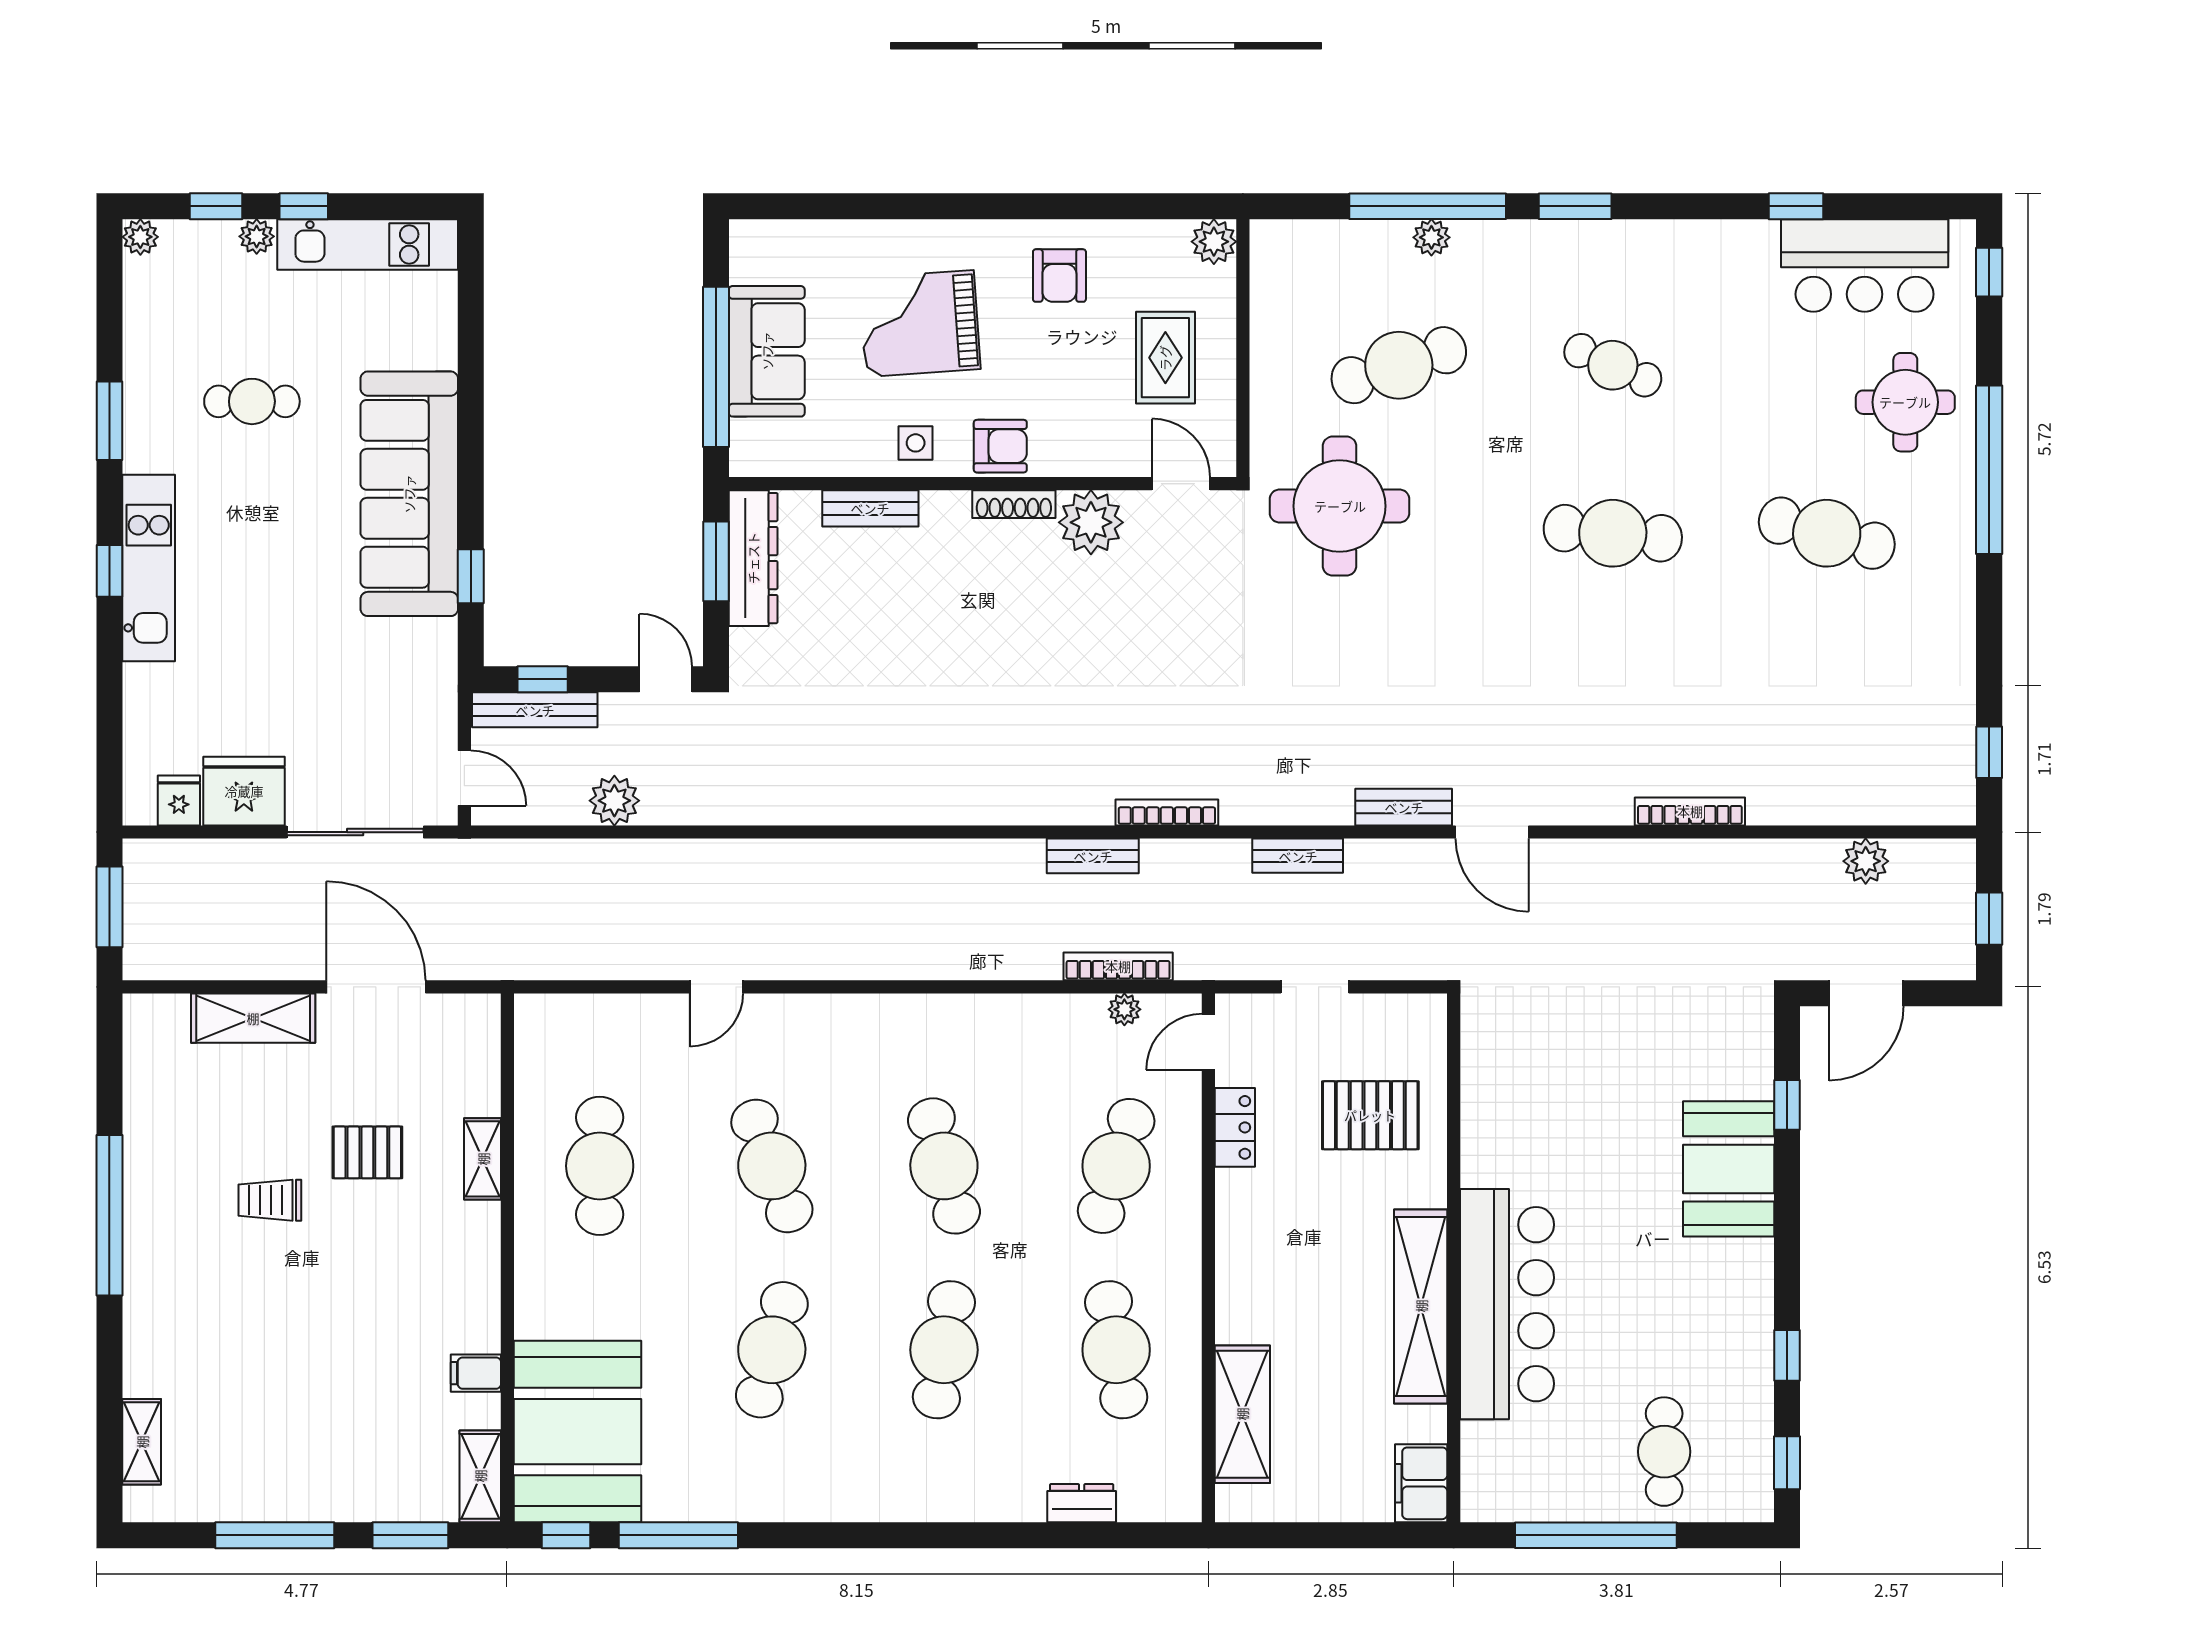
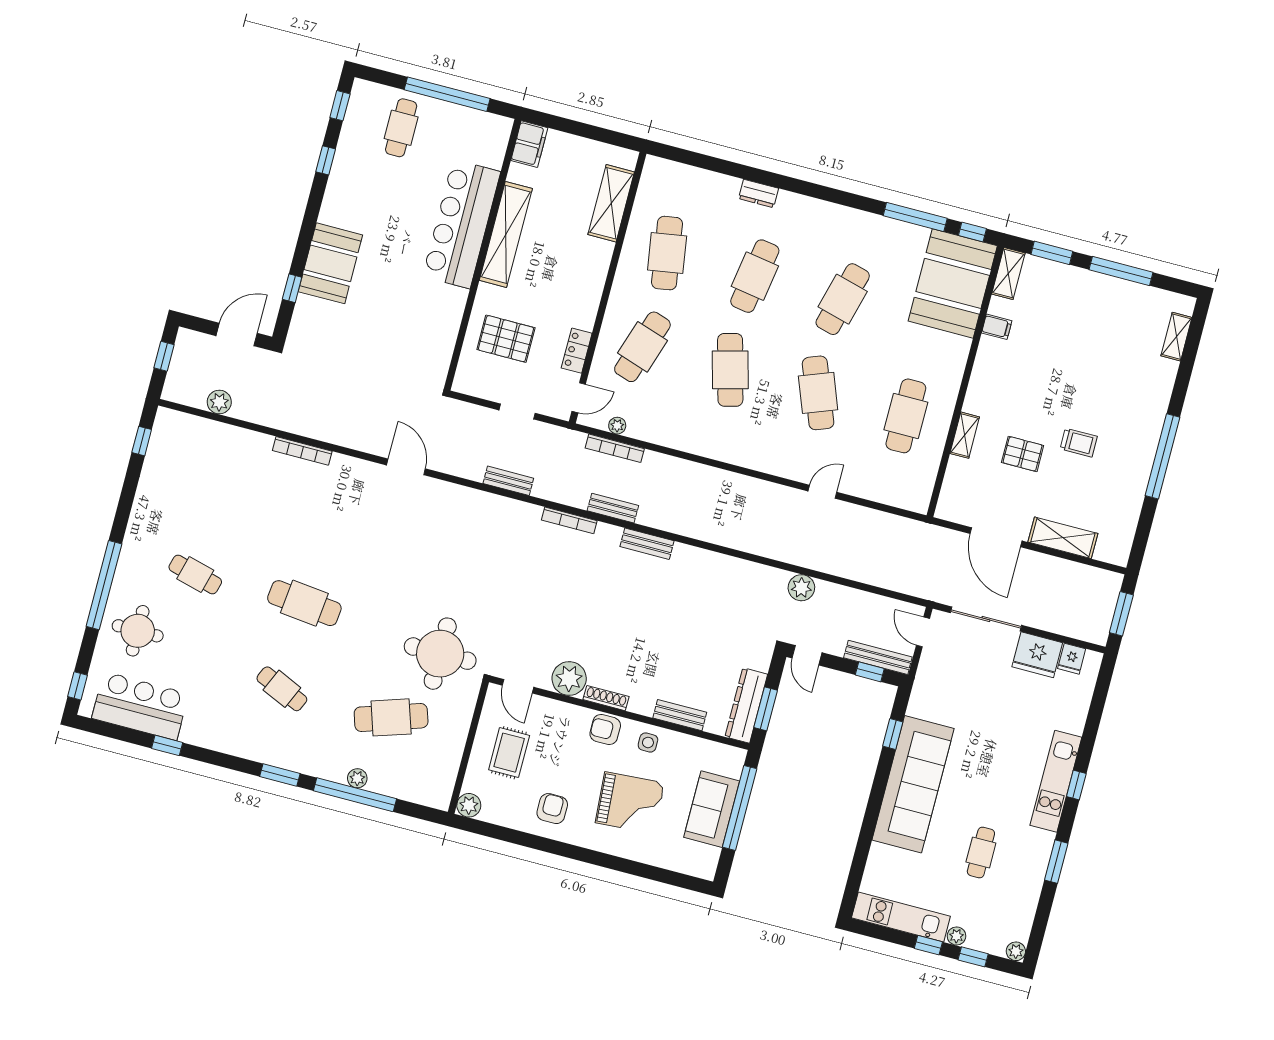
cafe table: (252, 401) -> (981, 852), turned 90
cafe table: (1827, 533) -> (195, 575), width x0.73, depth x0.74
plant: (614, 801) -> (801, 588), moved
bench: (1404, 807) -> (647, 544), moved
dresser: (1082, 1503) -> (759, 193), moved

